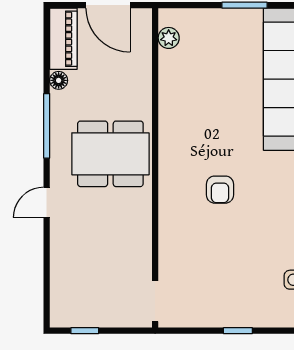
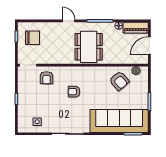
armchair: (193, 79) -> (119, 81), added
armchair: (186, 257) -> (46, 78), added
chair: (88, 291) -> (33, 38), added

